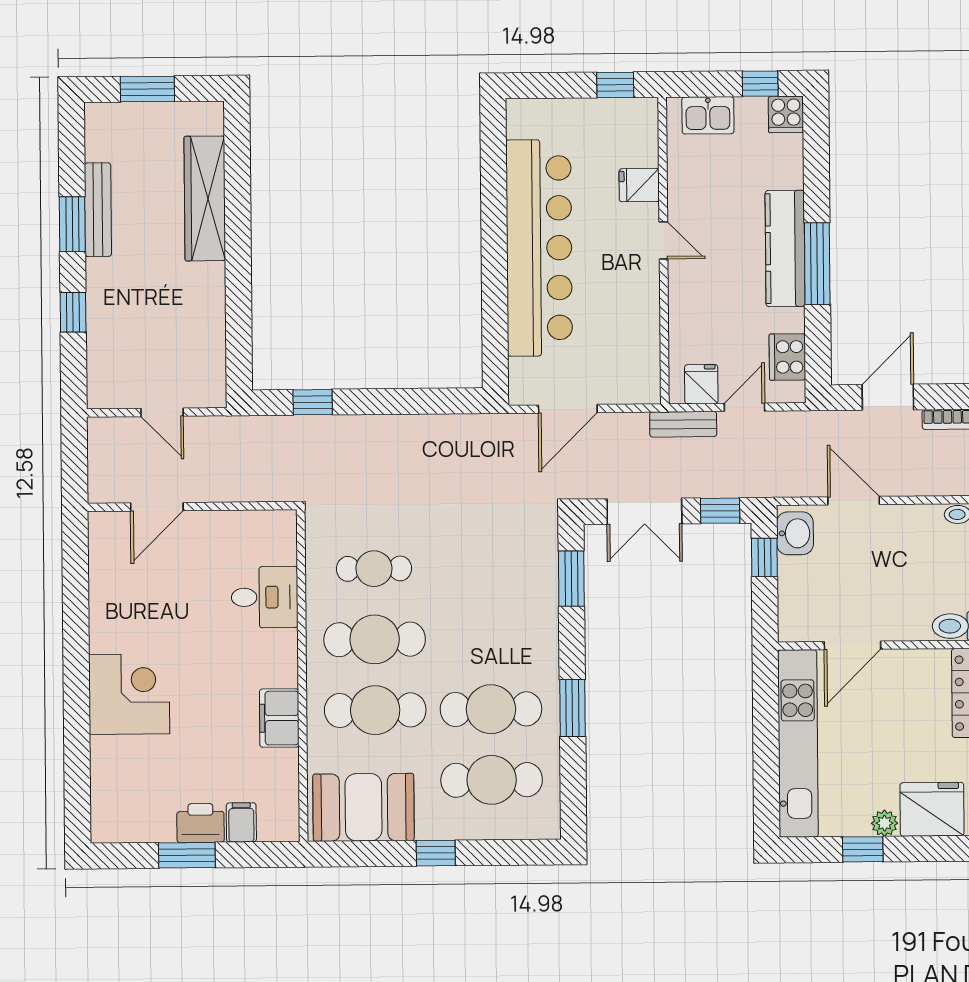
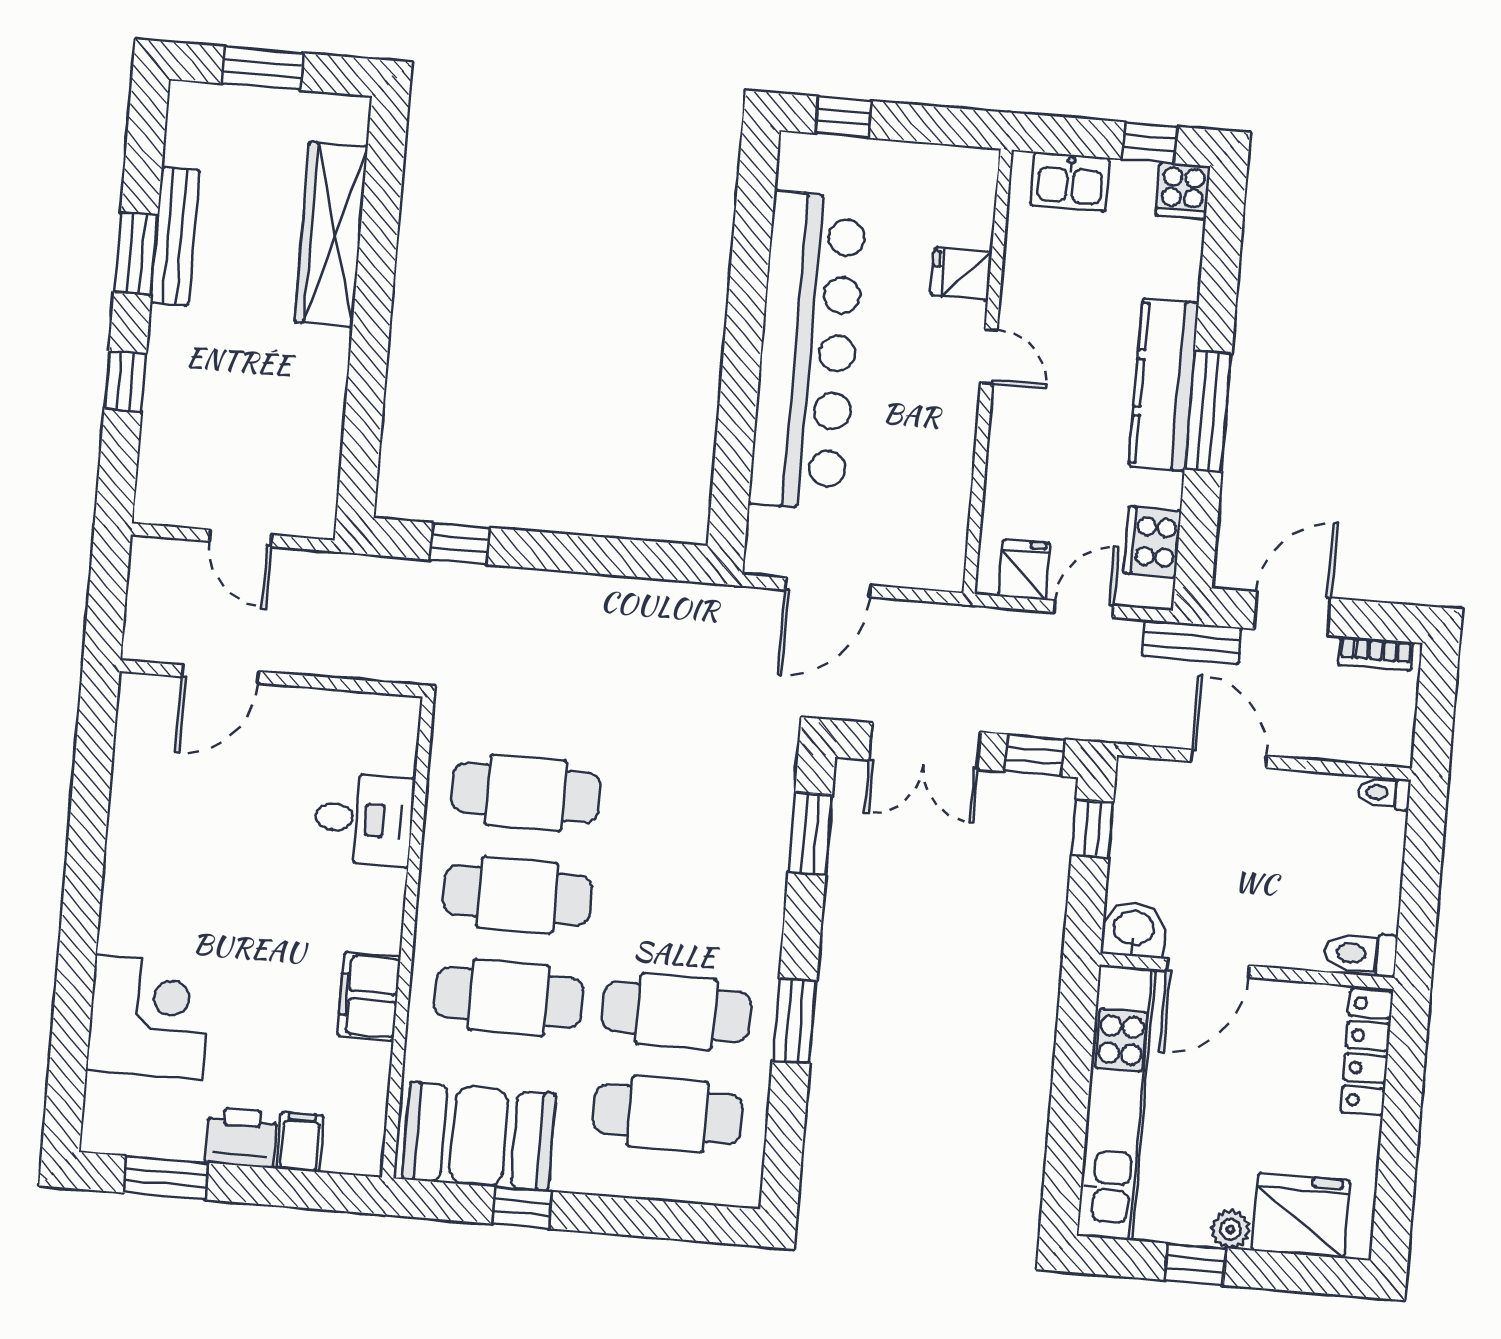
window: (615, 85) -> (843, 117), moved
bench: (683, 424) -> (1192, 642), moved
washbasin: (795, 533) -> (1134, 930), moved, turned -90
cafe table: (374, 569) -> (526, 793), width x1.37, depth x1.35
corner desk: (129, 694) -> (149, 1017), moved
window: (436, 853) -> (522, 1208), moved
window: (187, 855) -> (166, 1178), moved

